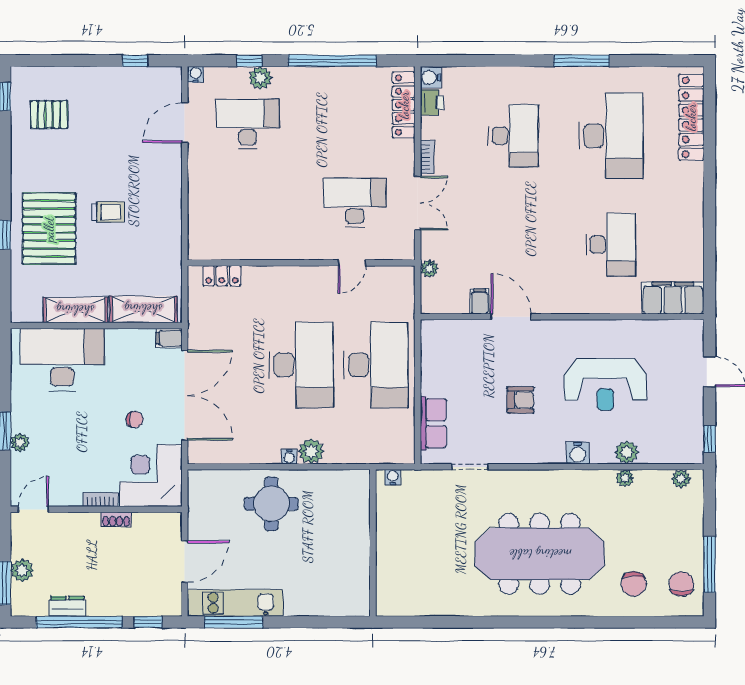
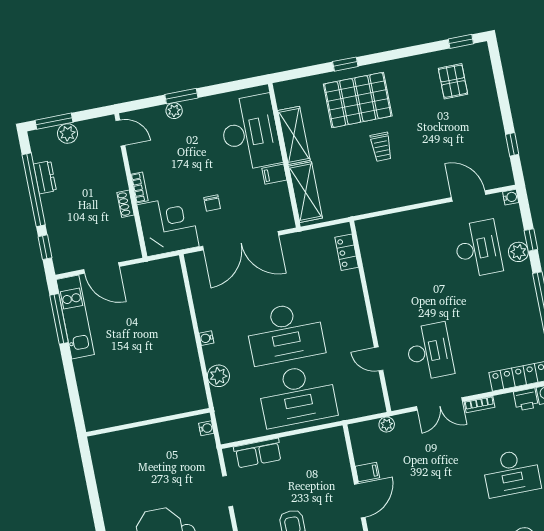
filing cabinet: (169, 338) -> (274, 174), moved, turned -90
plant: (311, 451) -> (218, 376), moved
round table: (271, 504) -> (164, 331), removed

